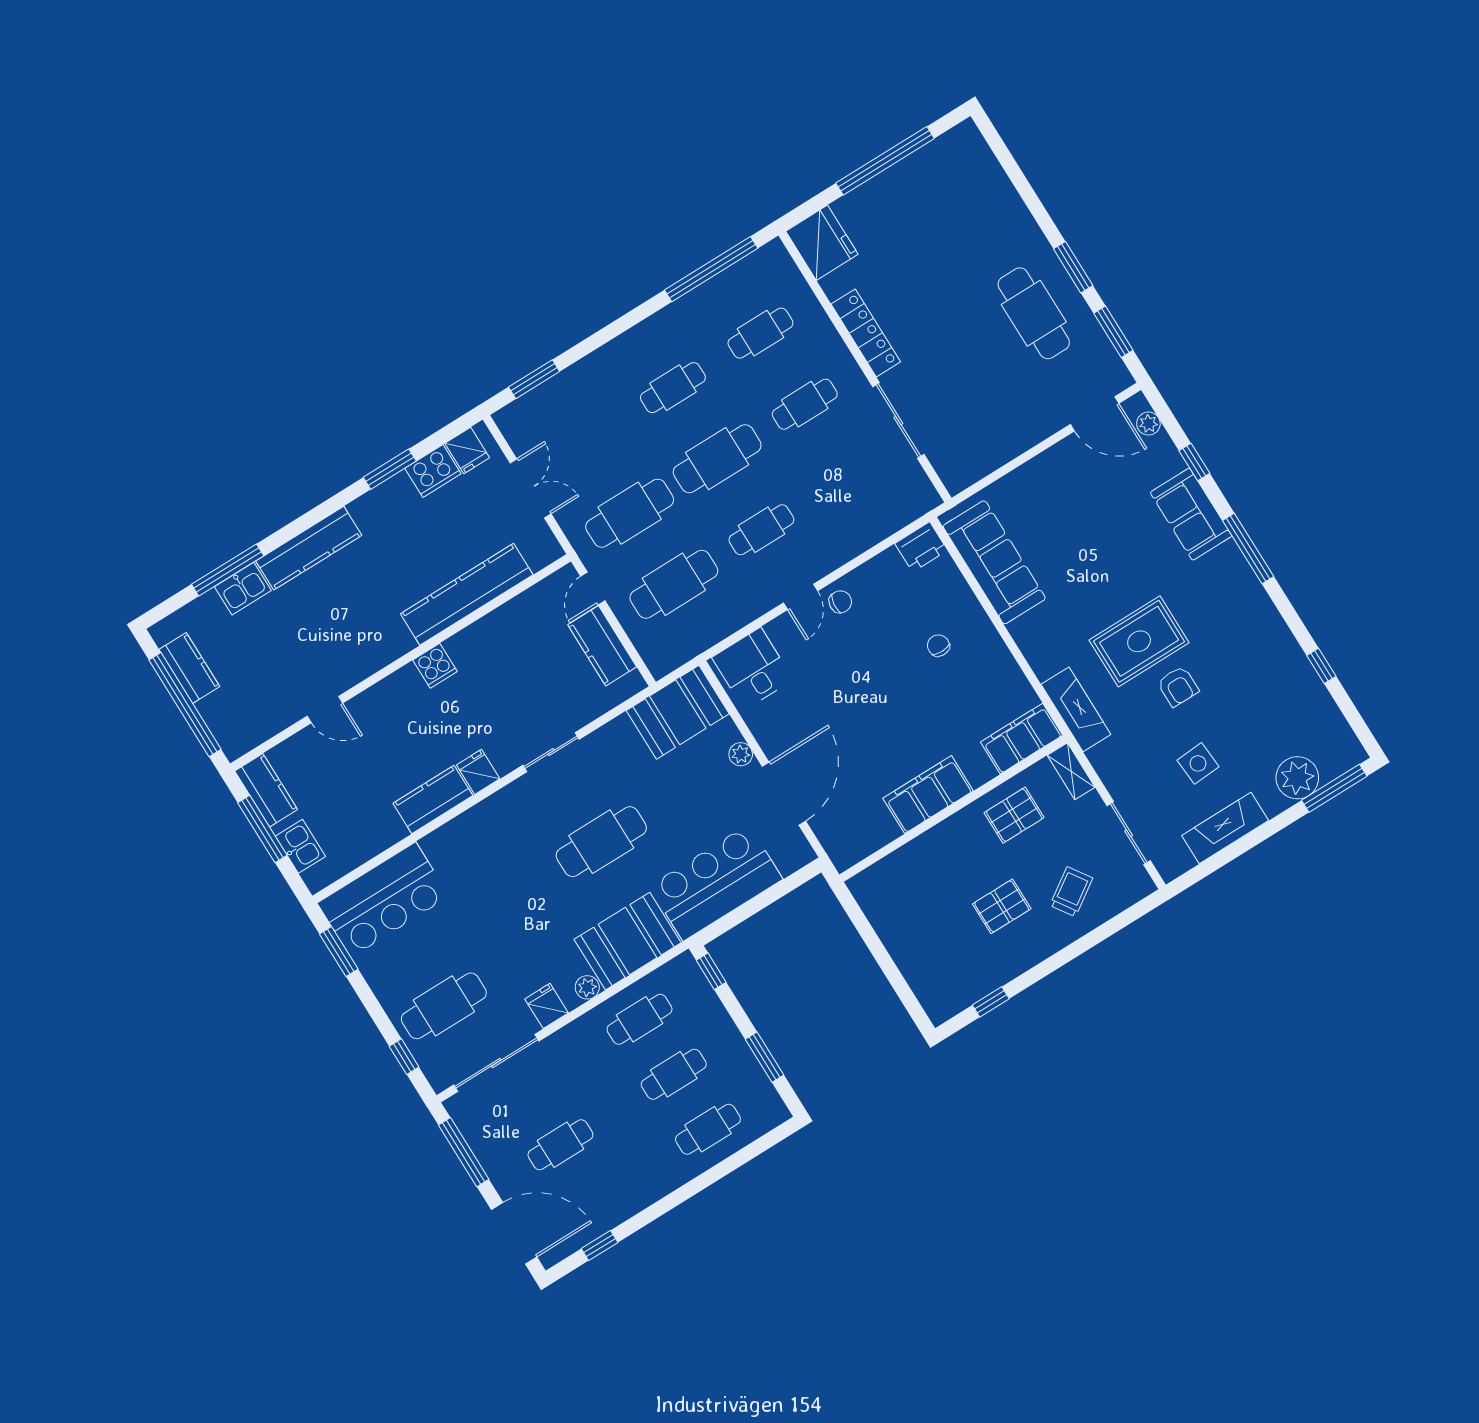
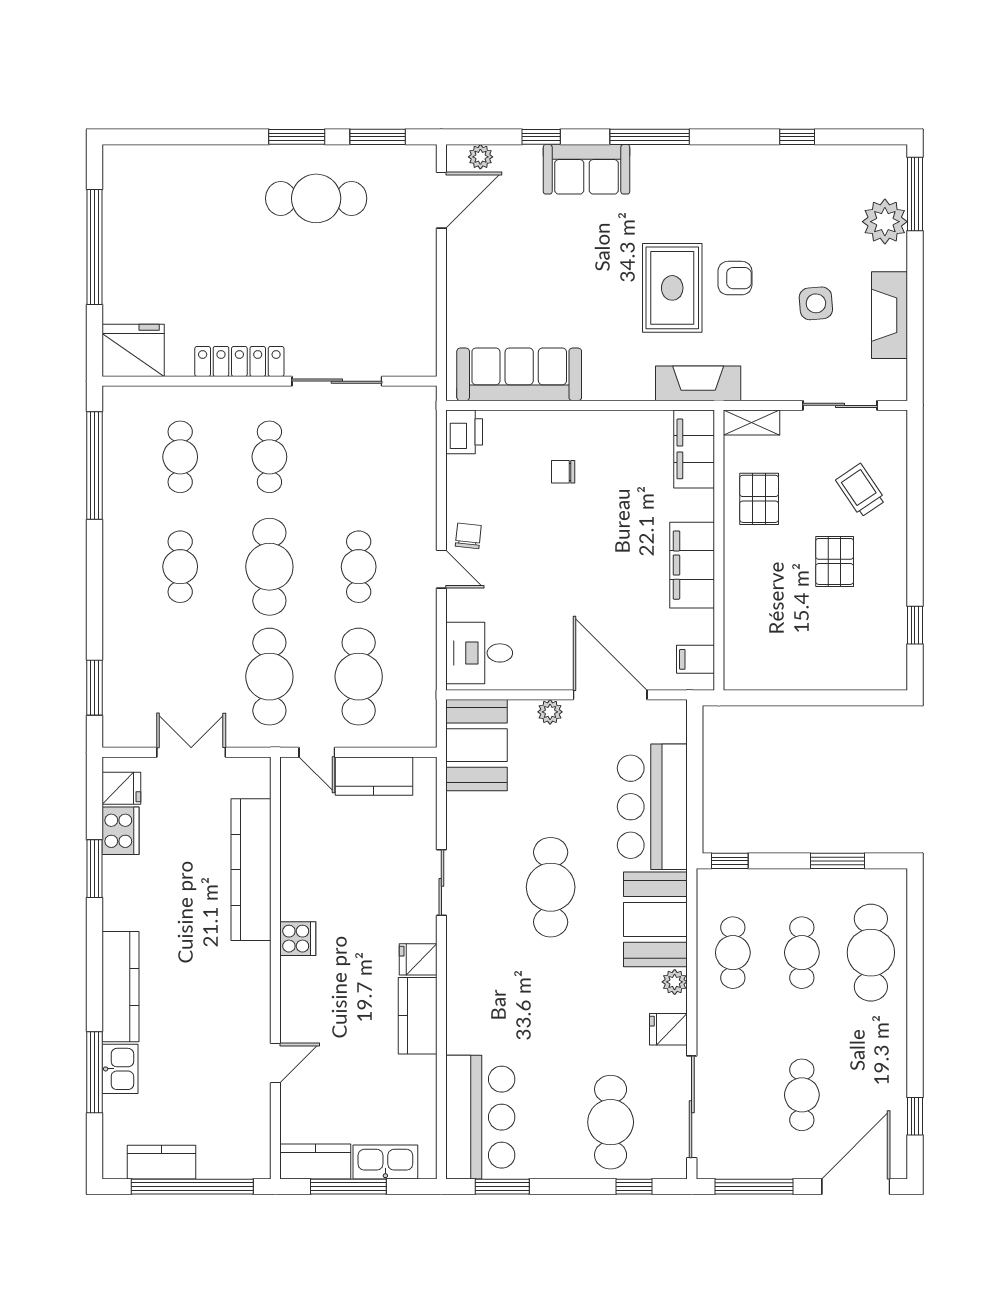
filing cabinet: (855, 844) -> (696, 659), added
kitchen sink: (300, 846) -> (385, 1162), width x1.38
cafe table: (708, 1129) -> (871, 953), width x1.37, depth x1.35

